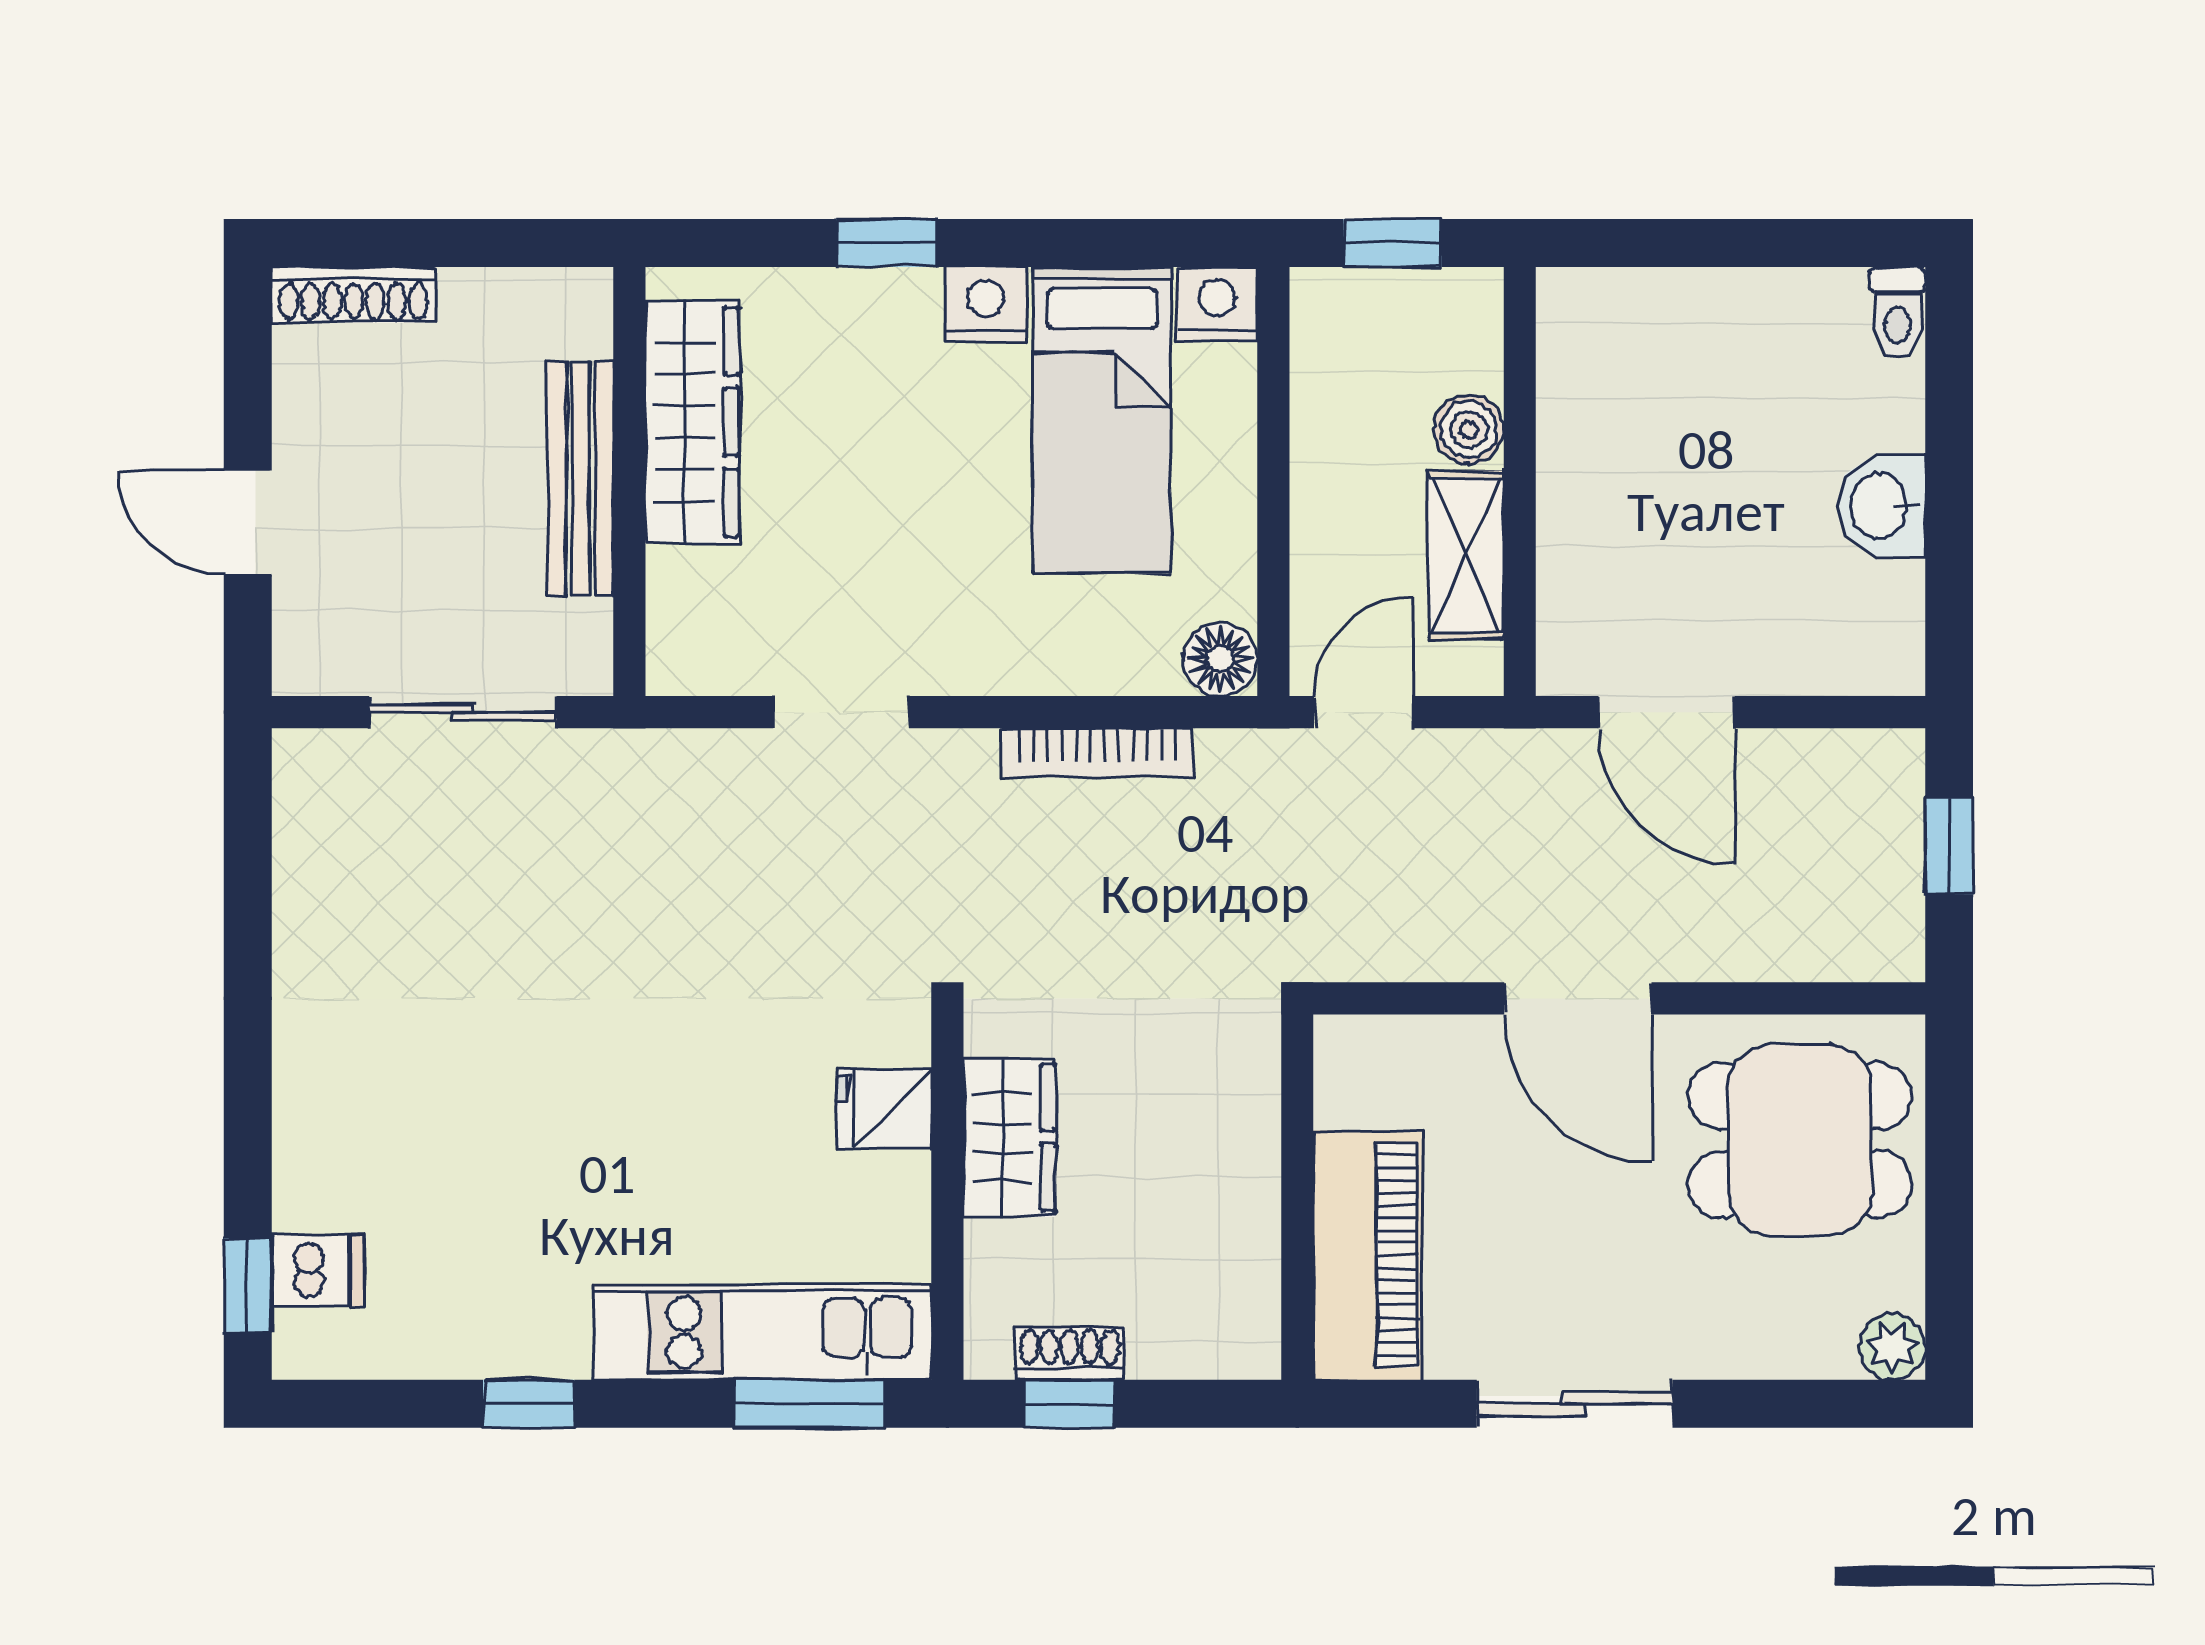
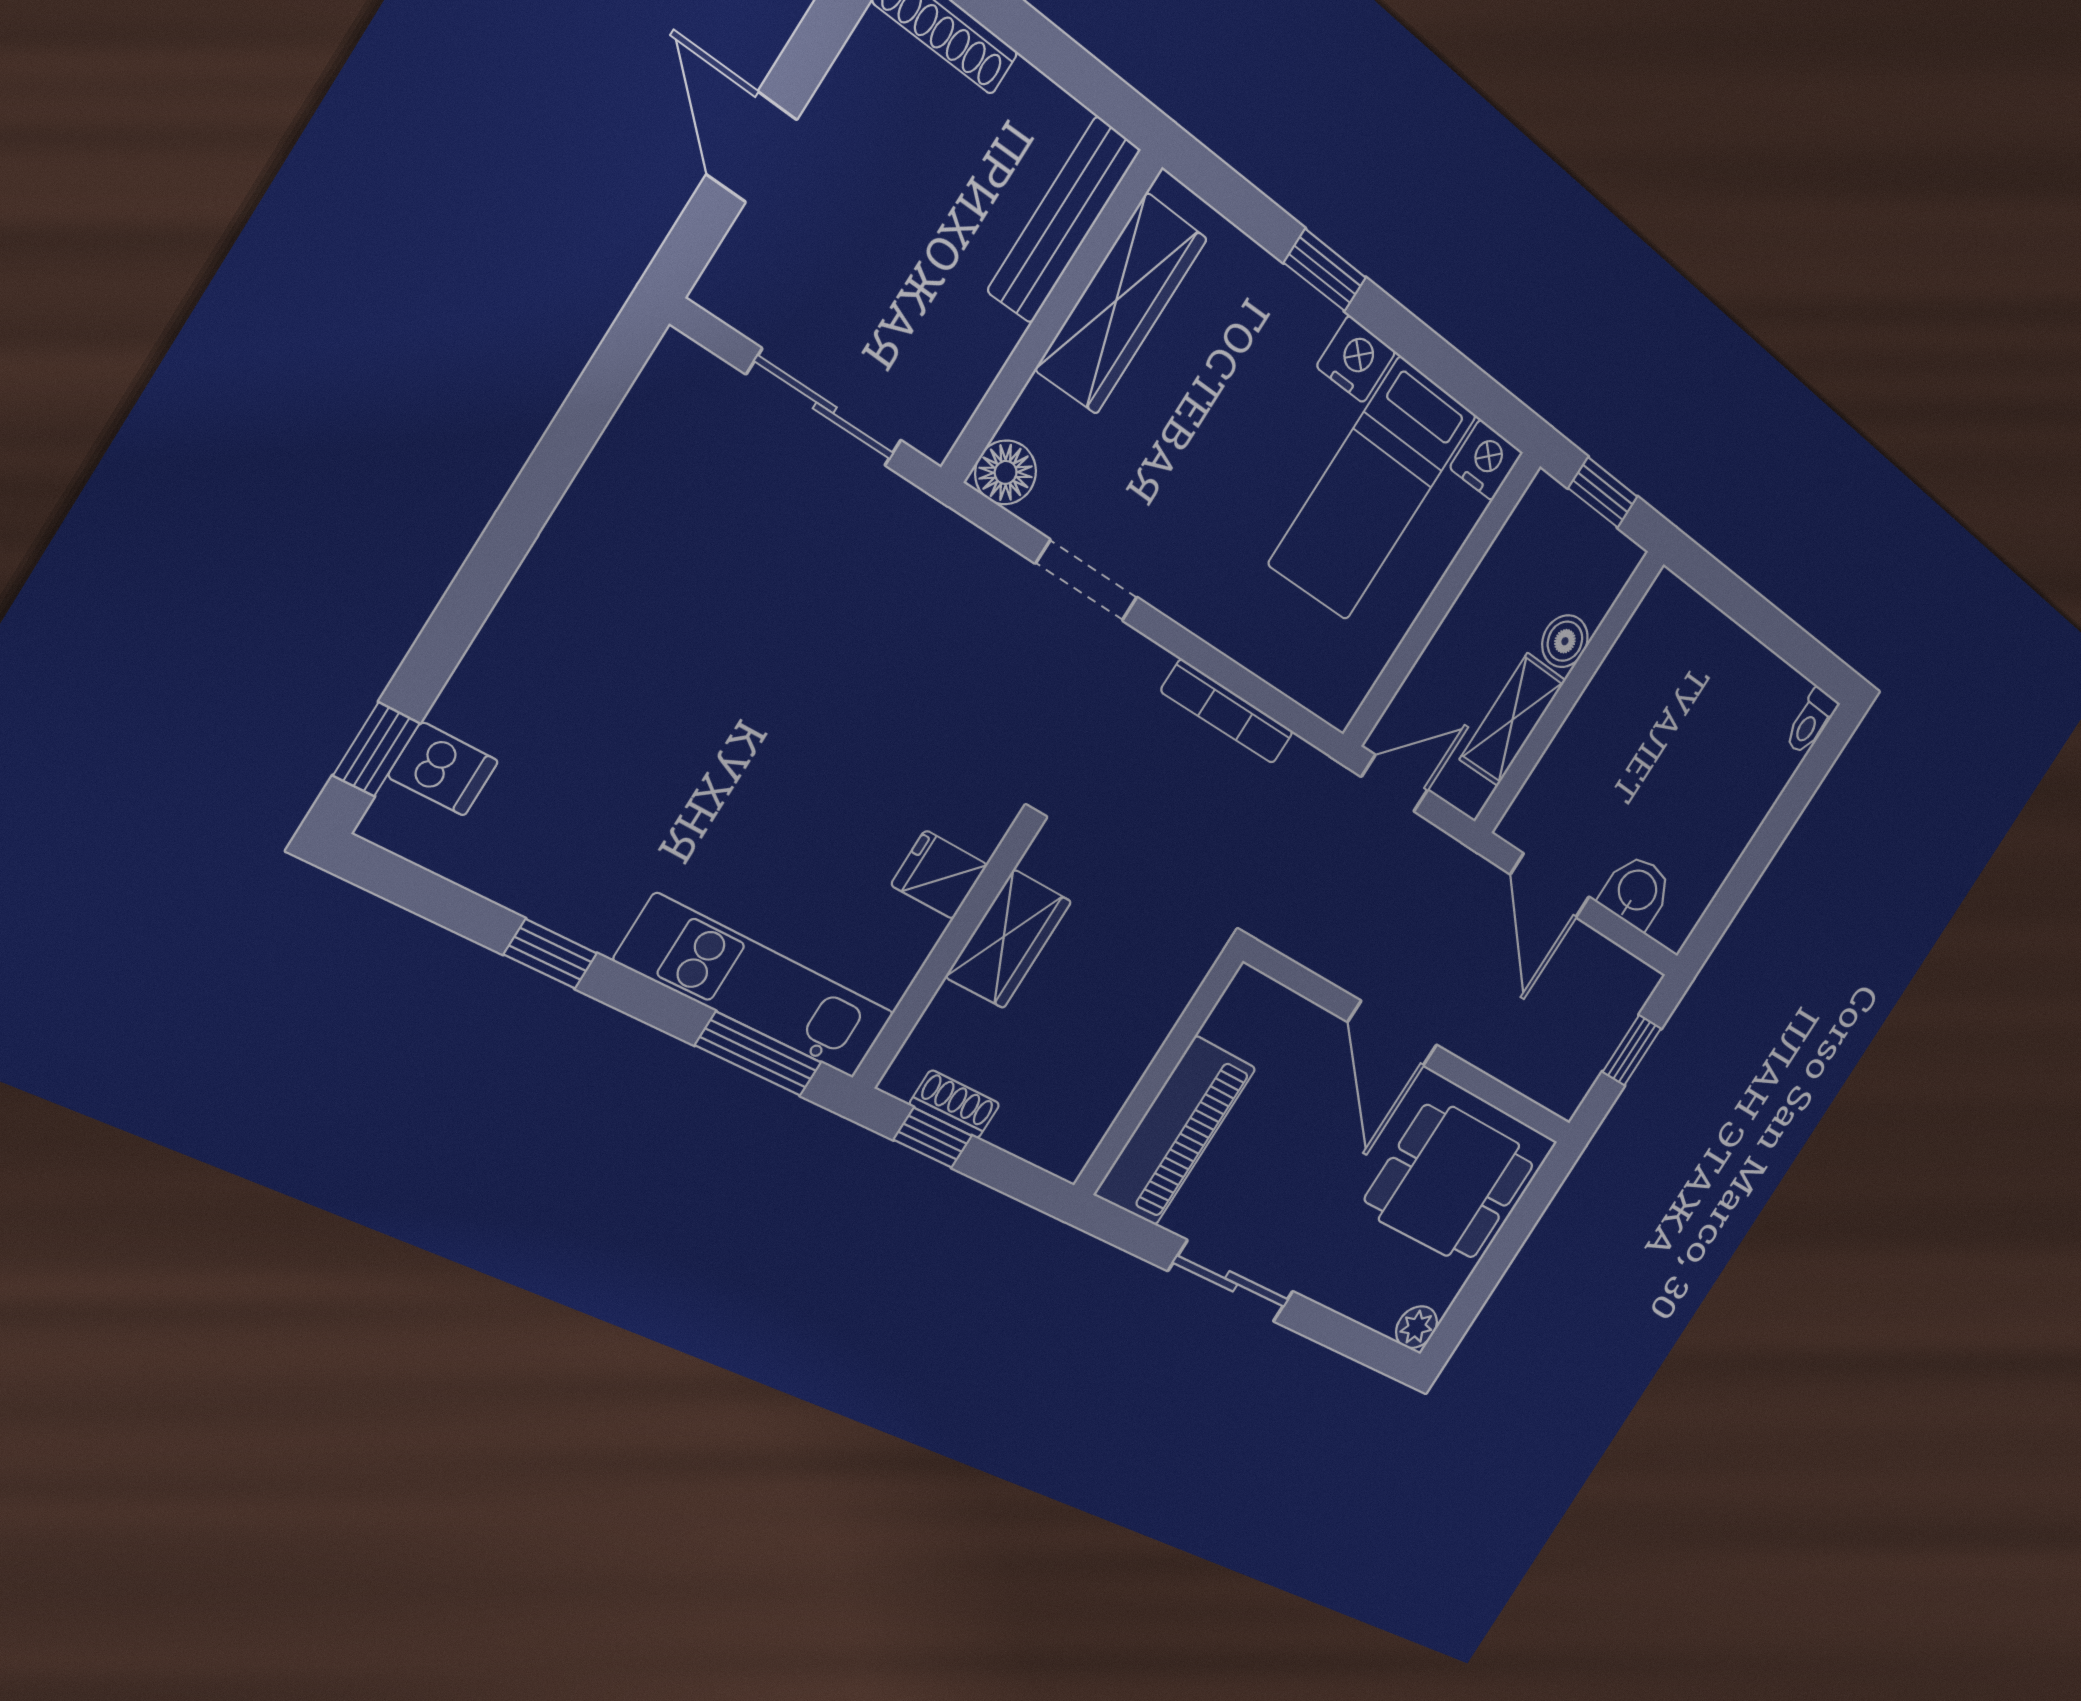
bench: (581, 479) -> (1064, 220), moved
washbasin: (1881, 506) -> (1637, 892), moved, turned 90
floor lamp: (1220, 659) -> (1006, 472), moved

